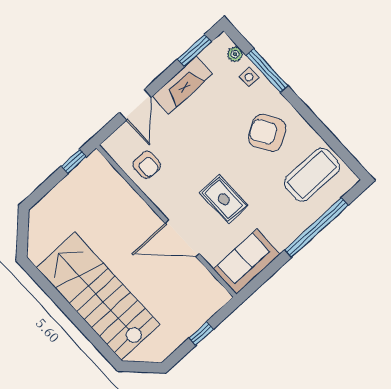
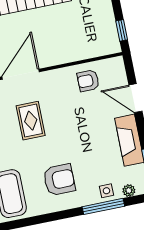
armchair: (267, 133) -> (59, 180), turned 31
rug: (224, 199) -> (31, 121), turned 90

